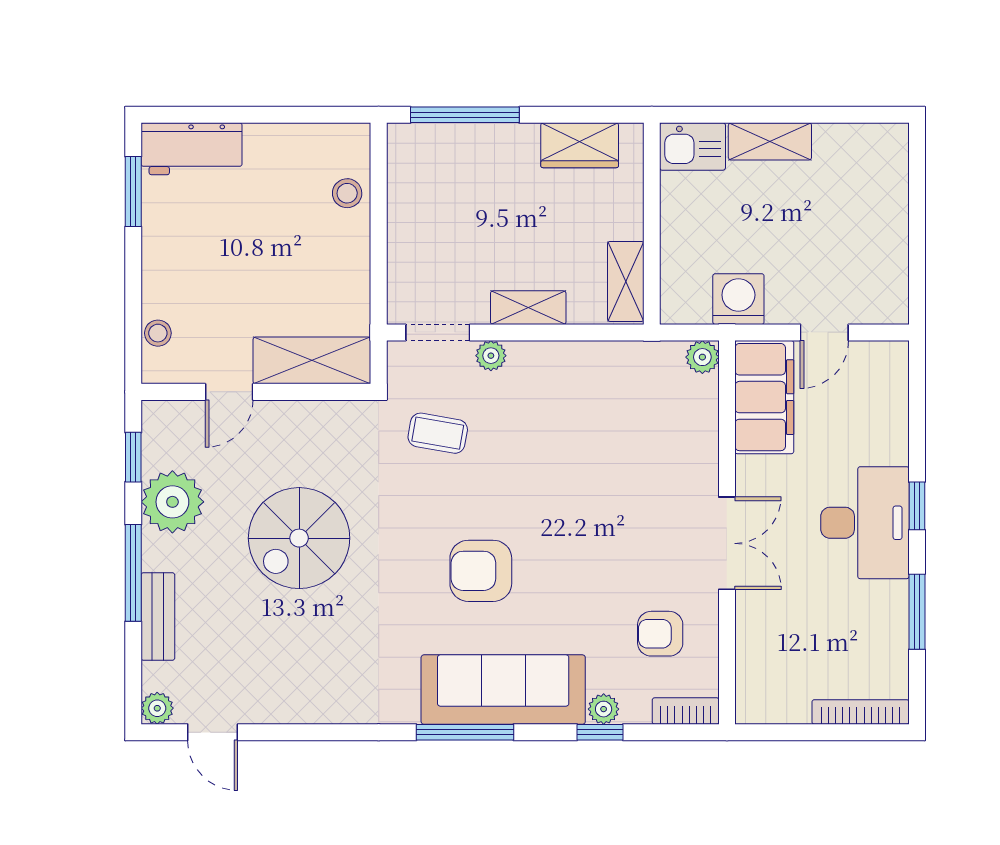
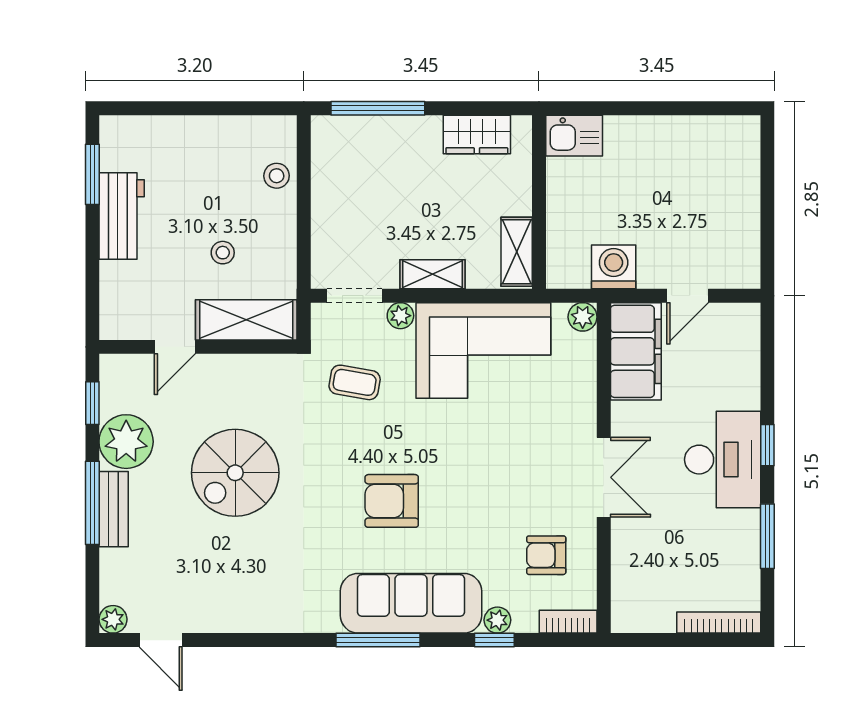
shelving: (770, 141) -> (641, 131), removed
workbench: (192, 149) -> (122, 216), moved, turned -90
stool: (158, 333) -> (223, 253), moved
corner sofa: (587, 396) -> (483, 350), added
bench: (158, 617) -> (114, 509), moved

